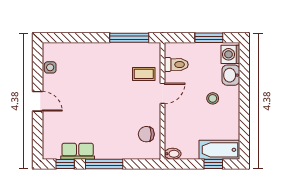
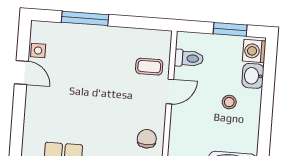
window: (129, 38) -> (85, 18), moved
door: (38, 101) -> (21, 73), moved
chair: (146, 134) -> (147, 139), turned 90

